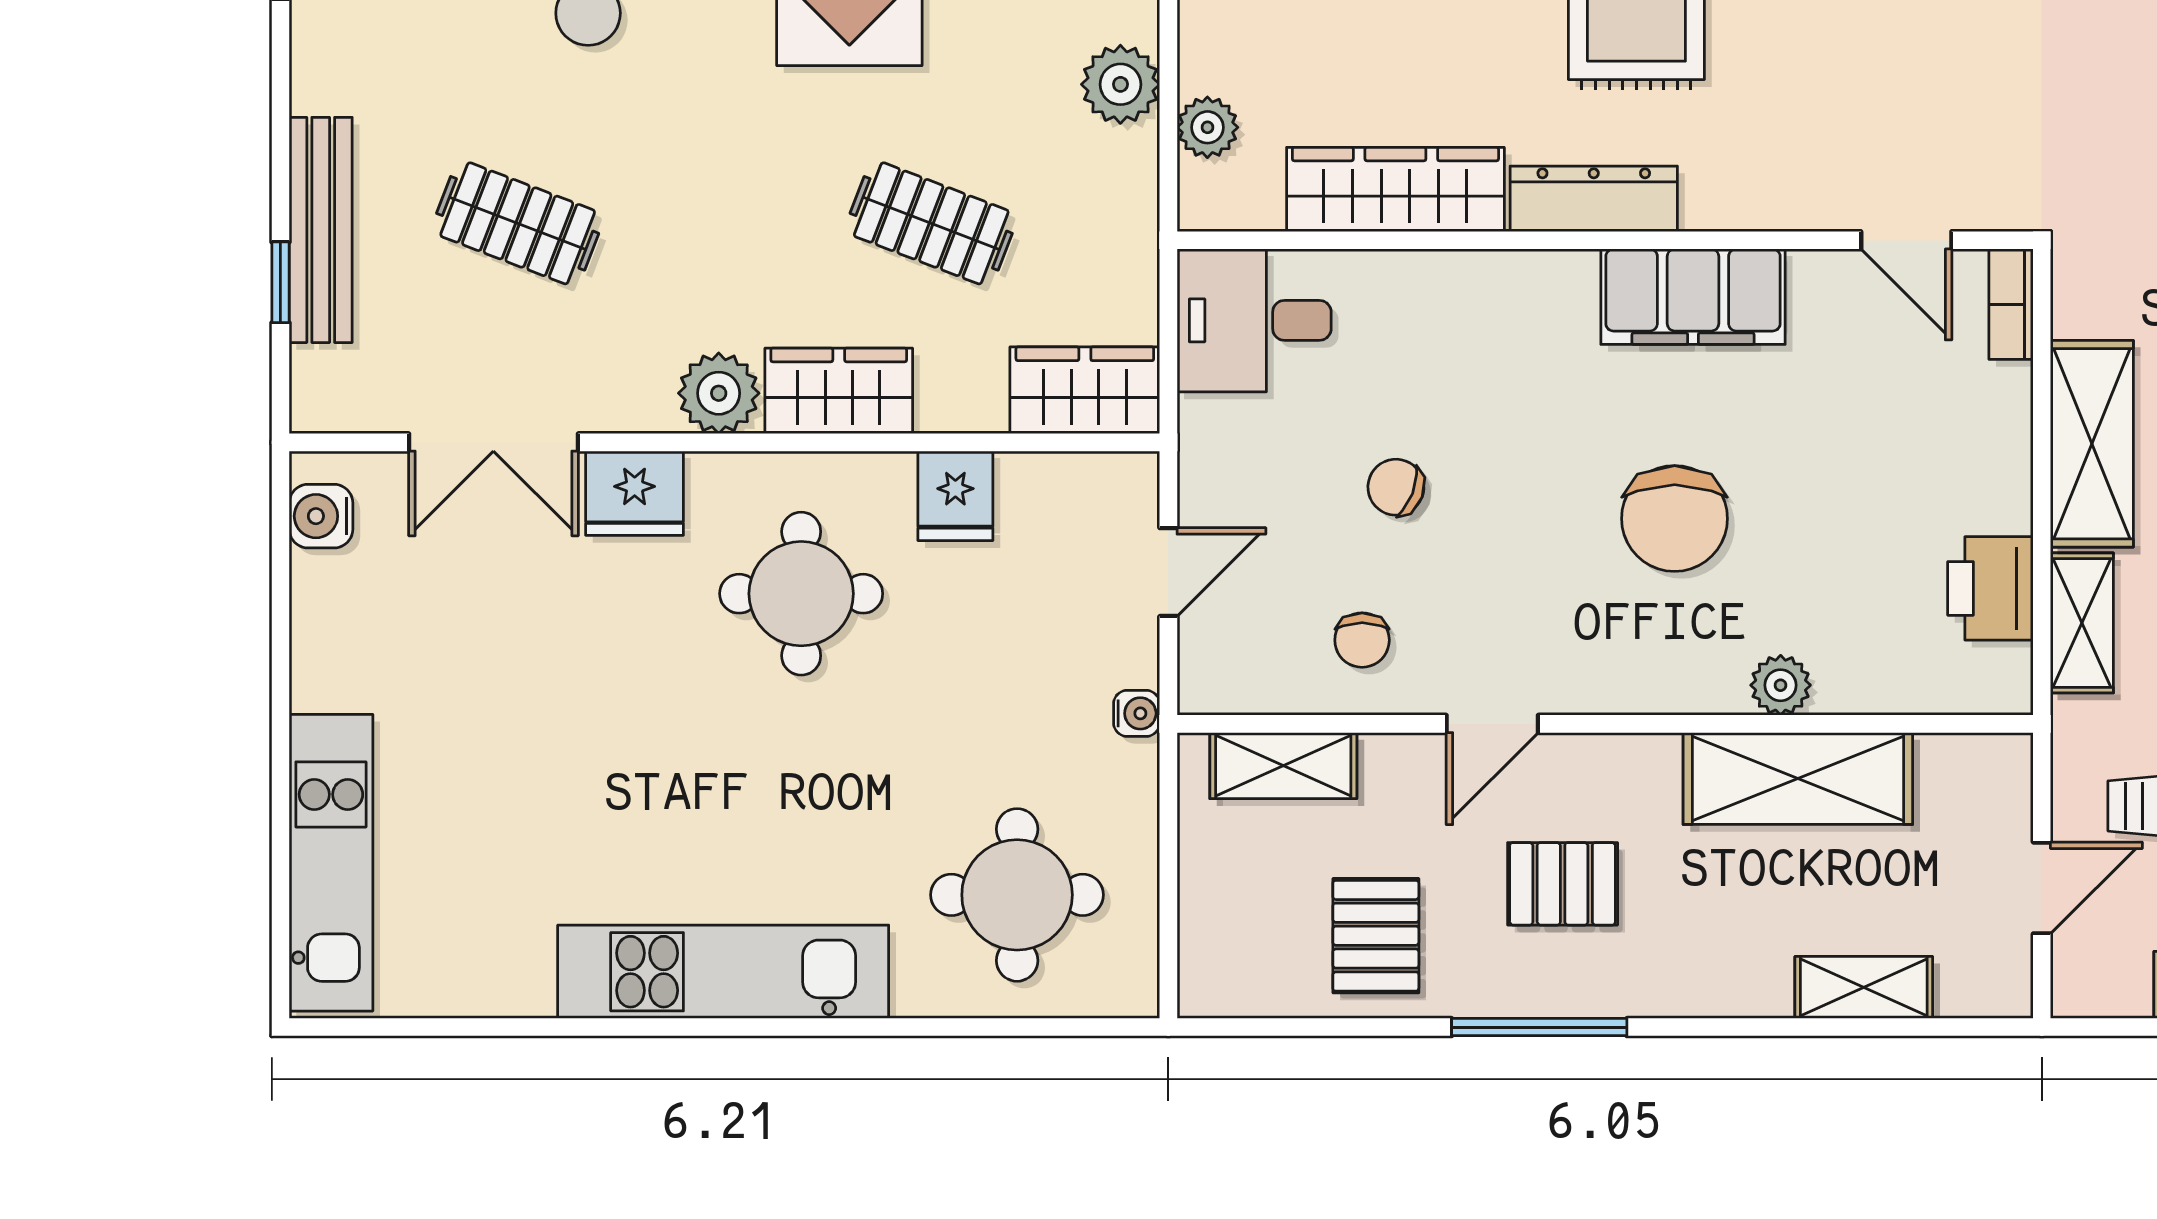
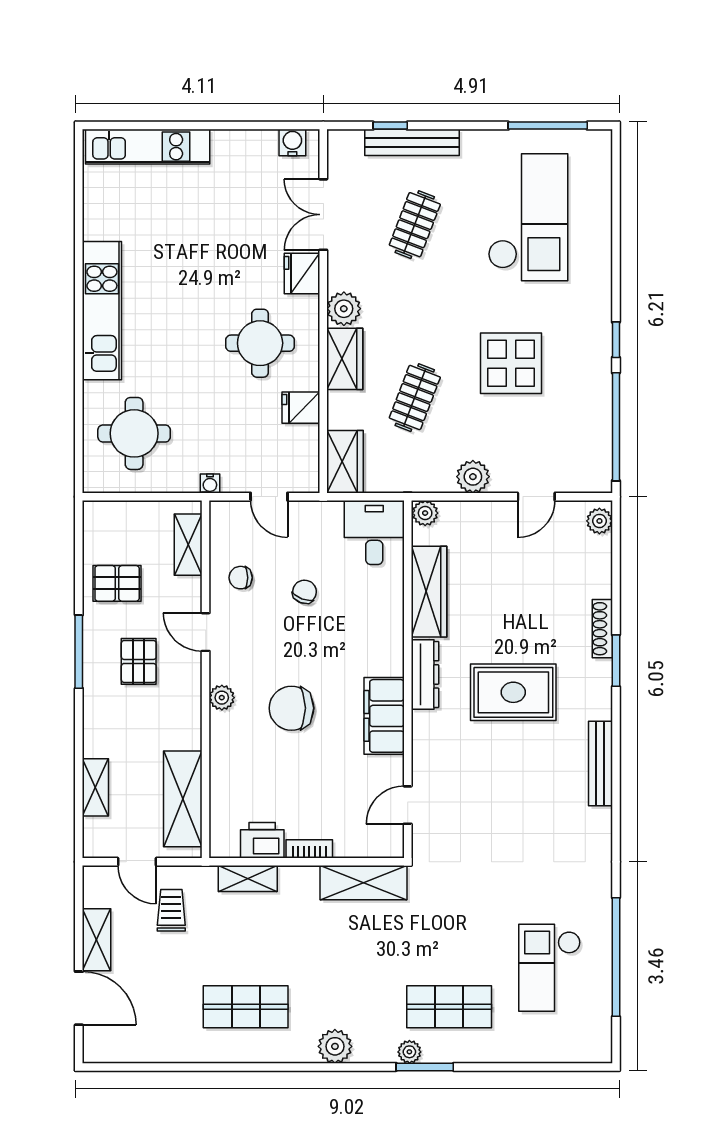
plant: (1207, 127) -> (425, 513), moved
bookcase: (2011, 304) -> (309, 849), moved
shelving: (2092, 444) -> (364, 883), moved
plant: (1781, 685) -> (222, 698), moved
shelving: (1798, 778) -> (183, 799), moved

